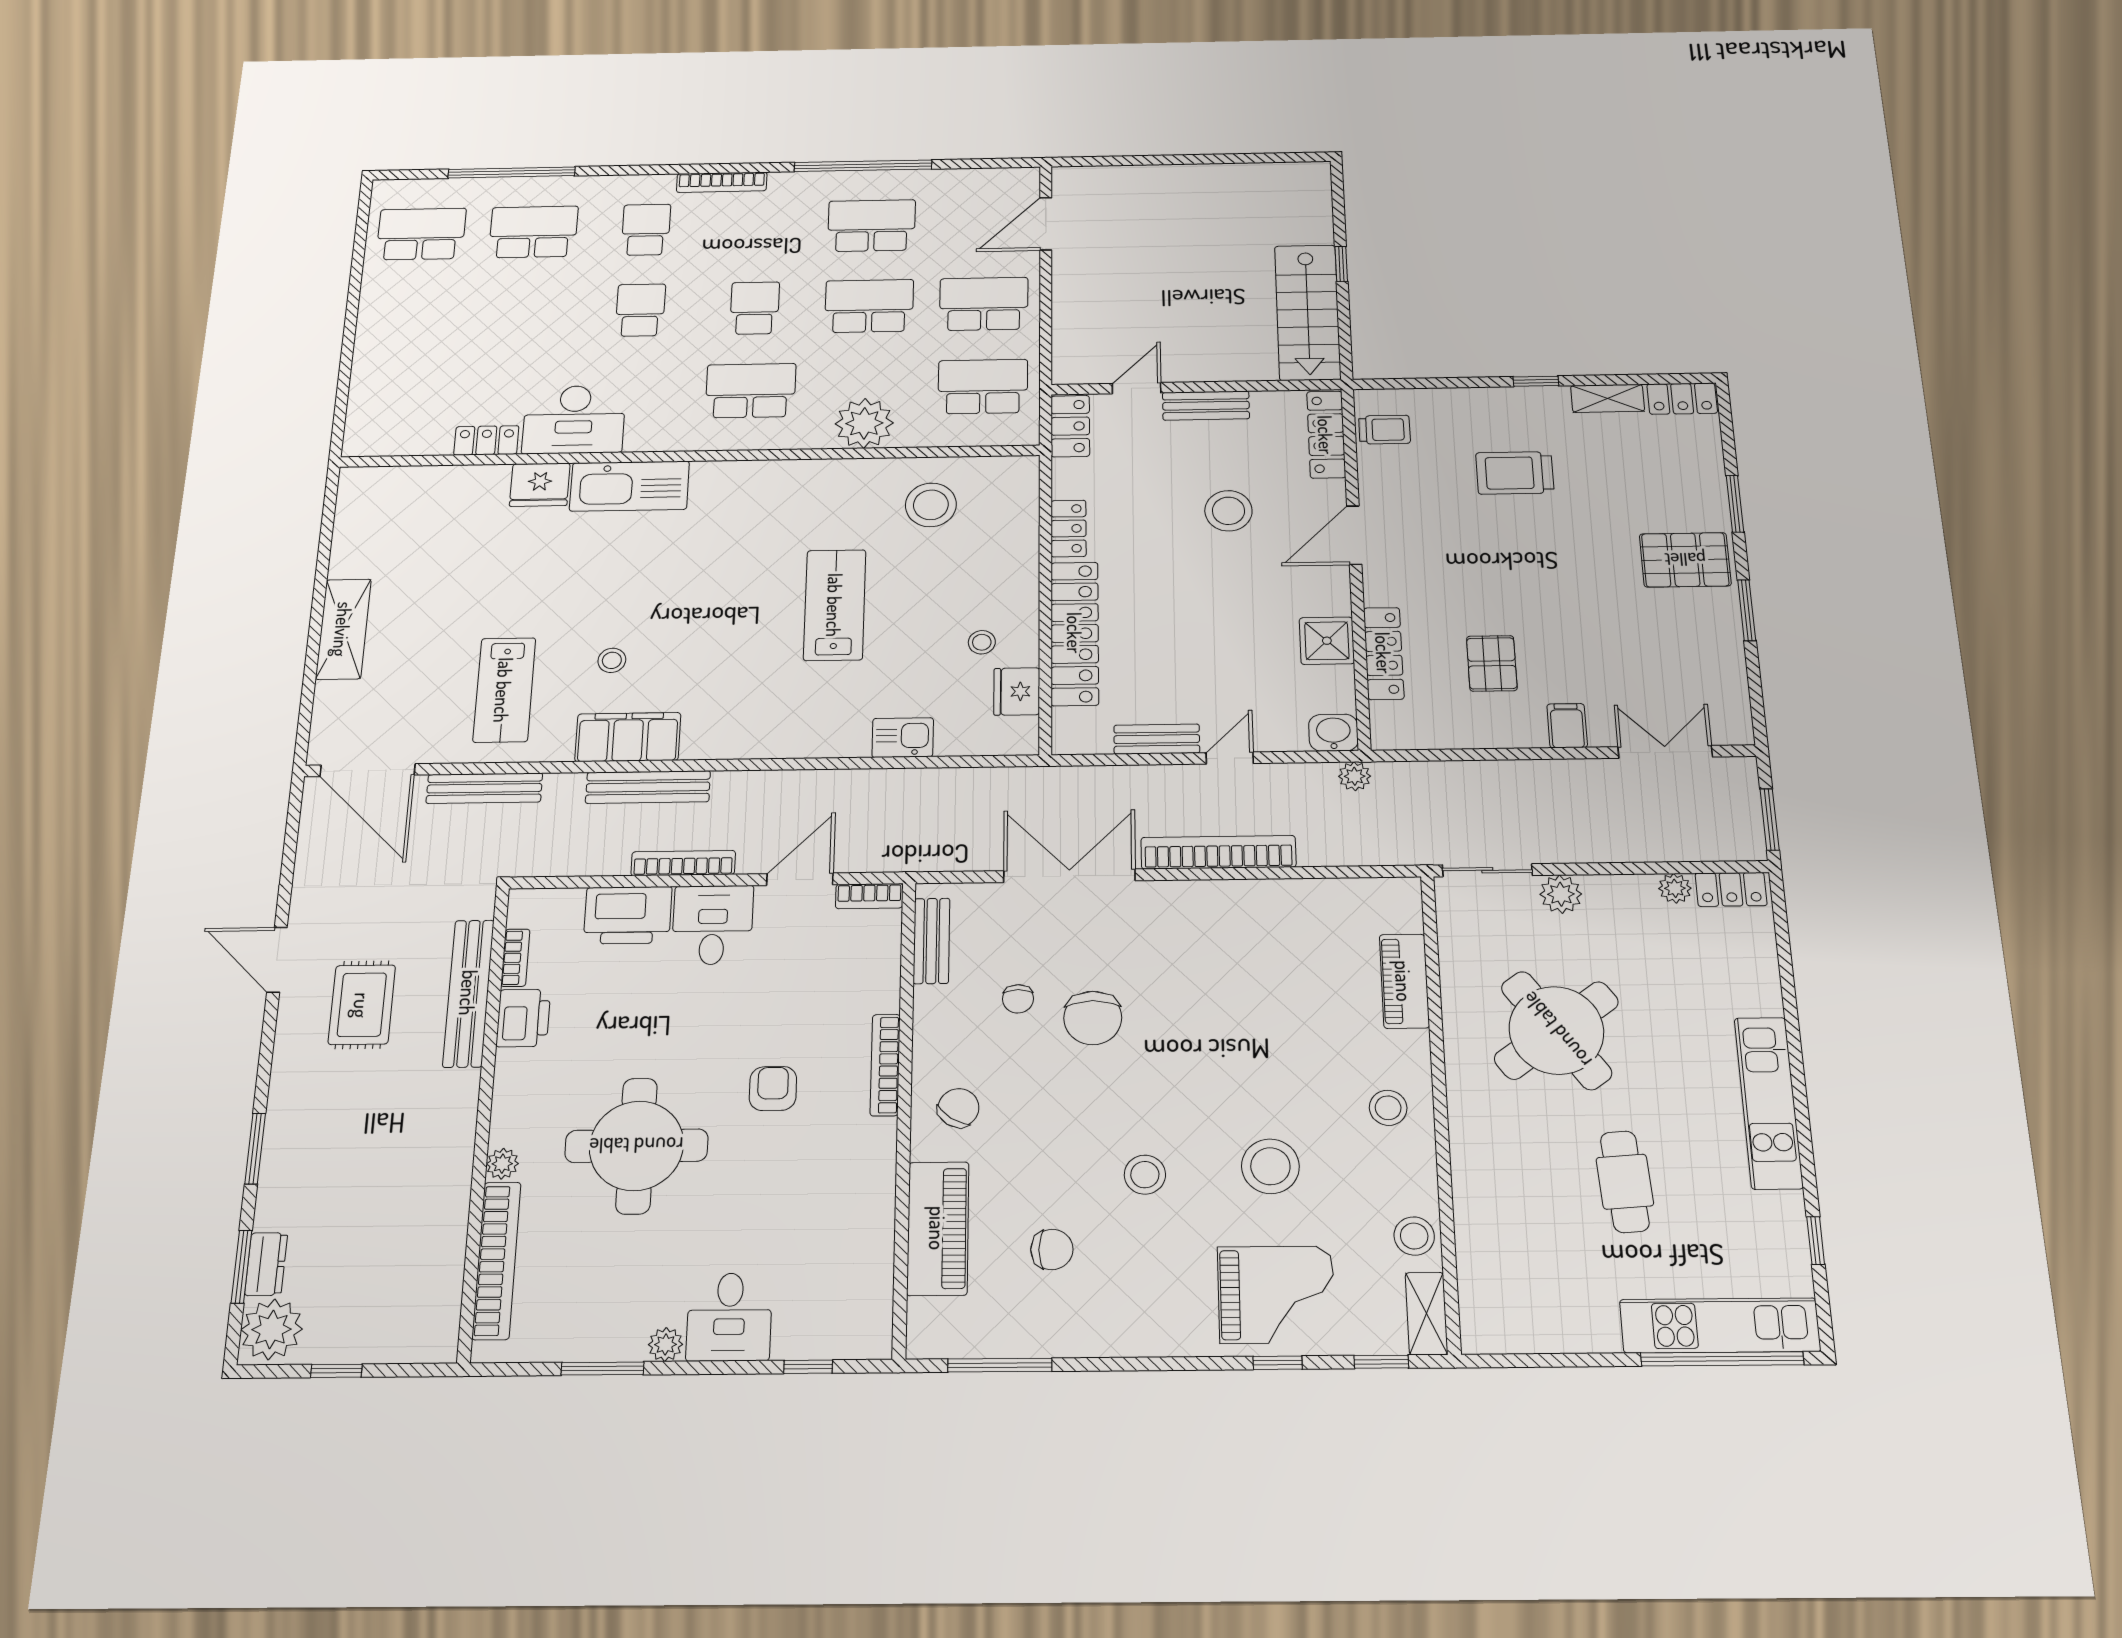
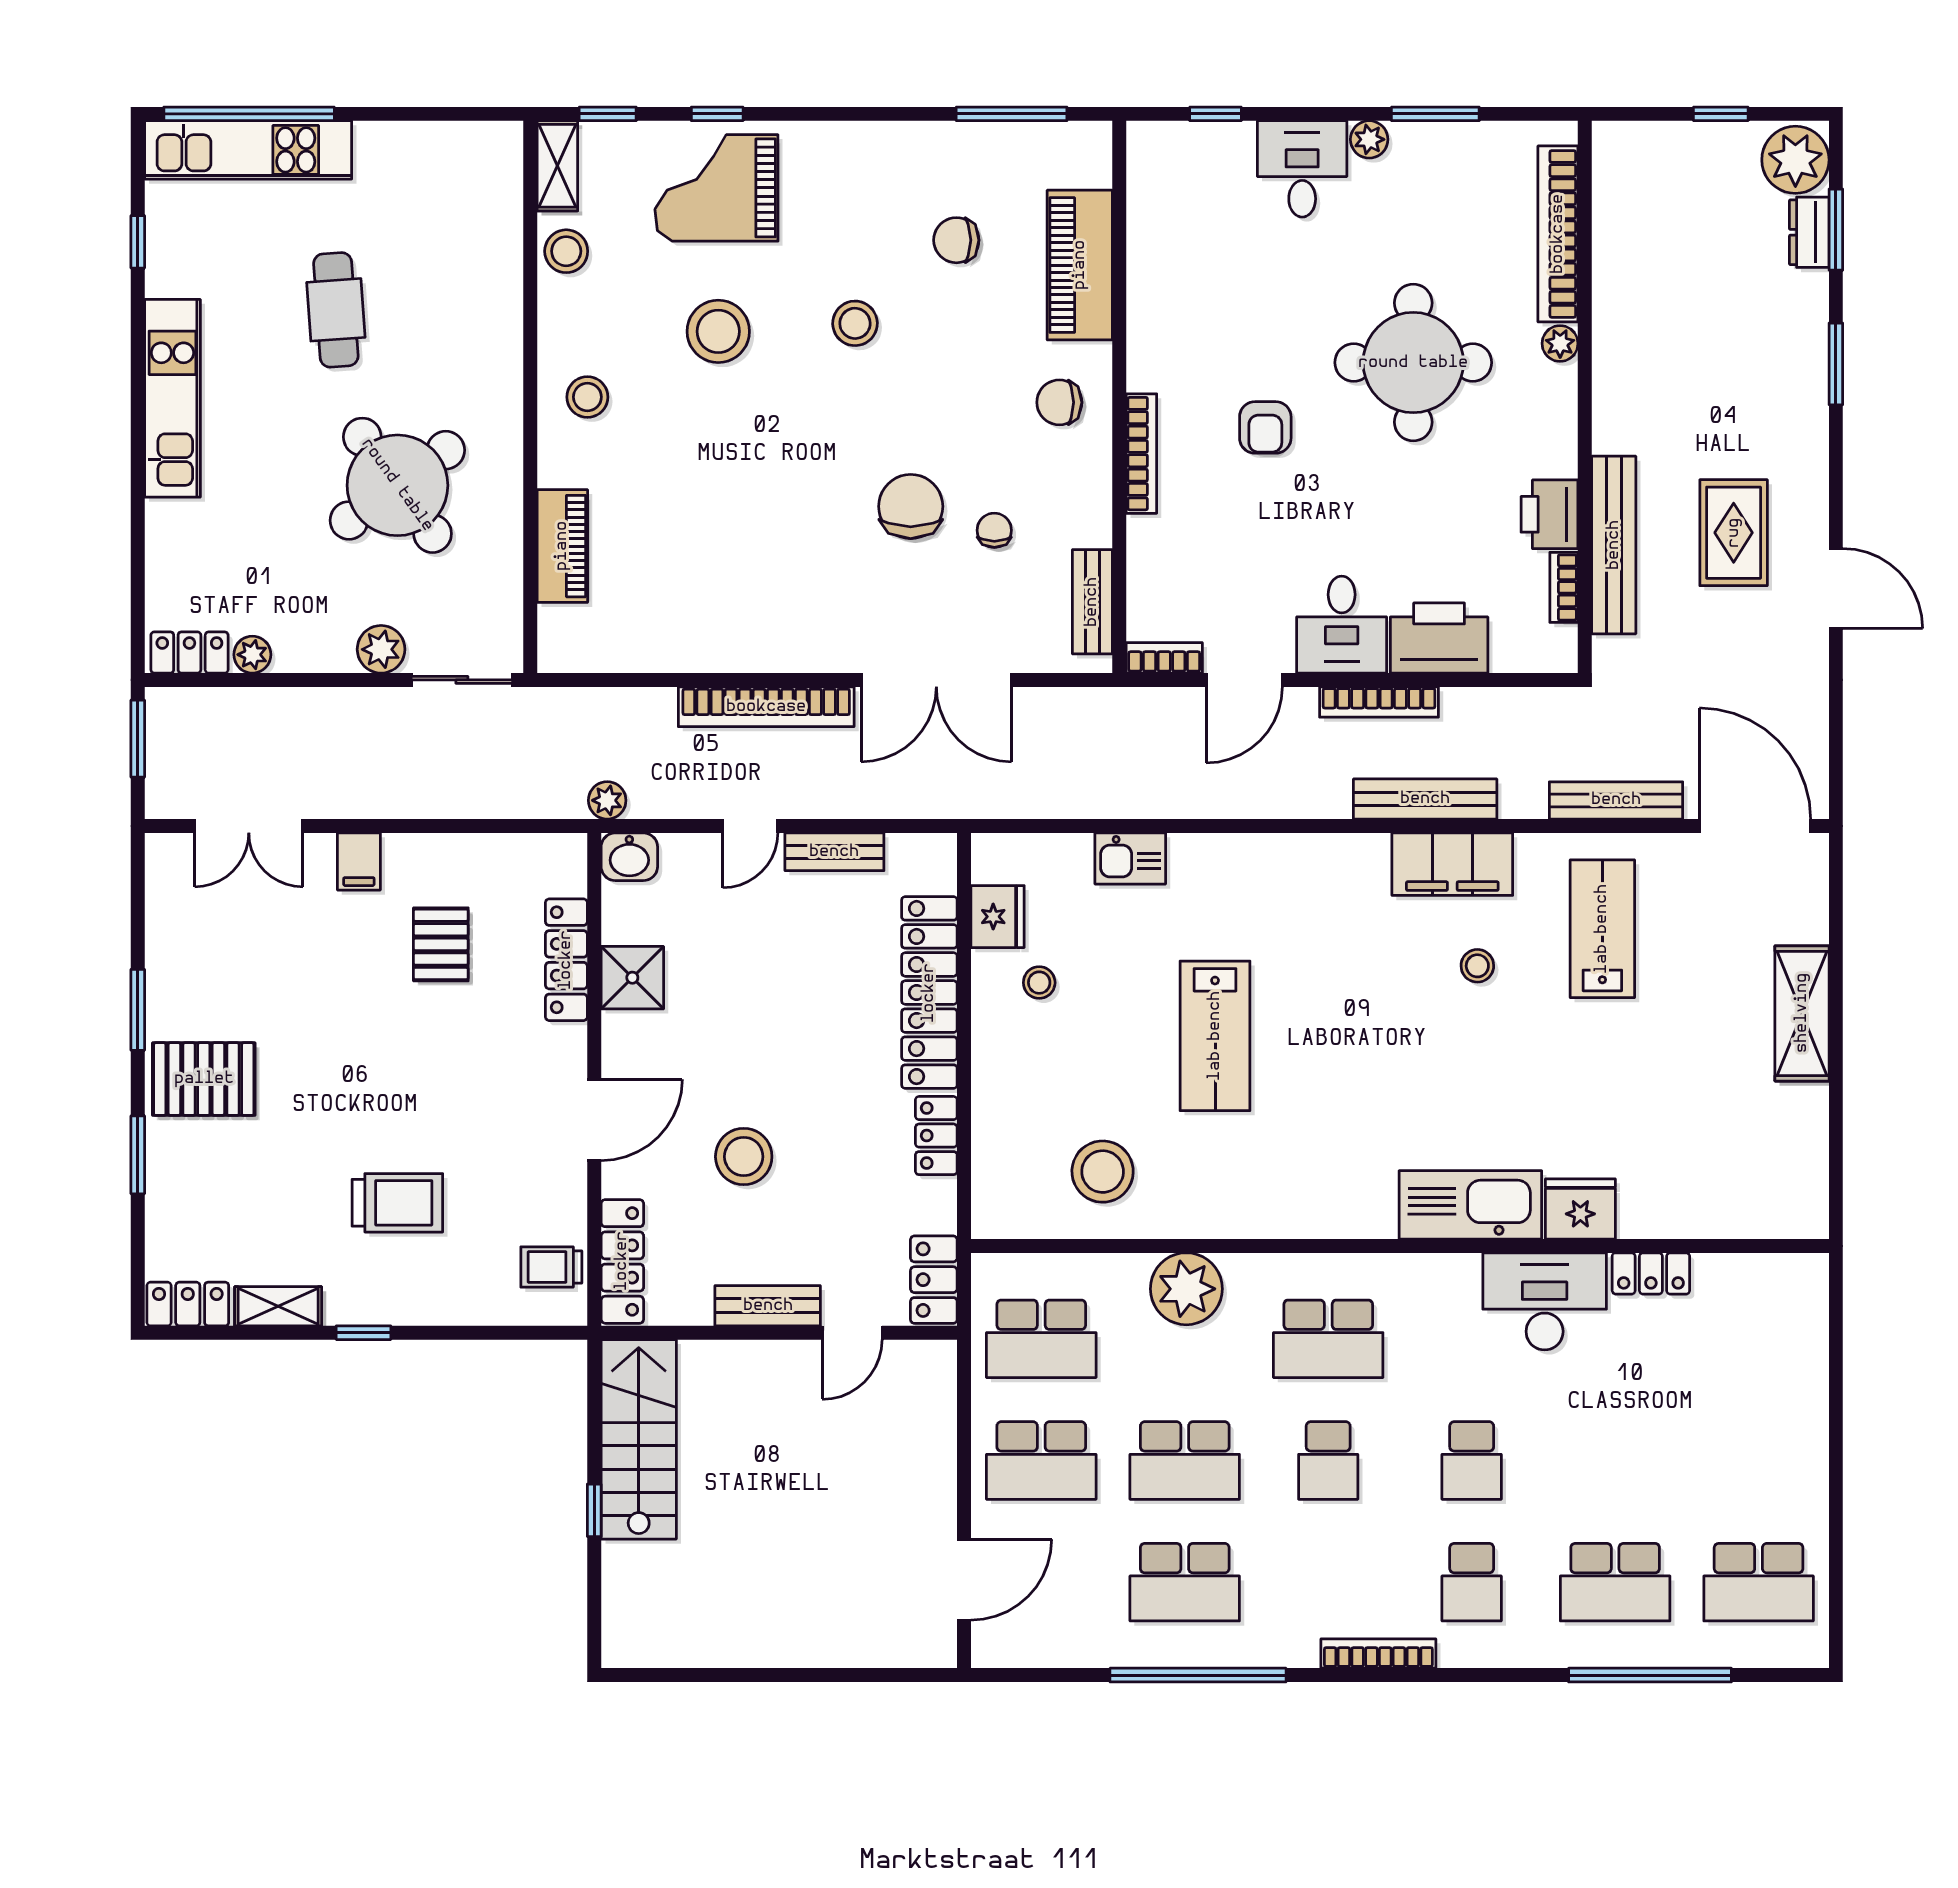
chair: (958, 1108) -> (1059, 402), turned 57

